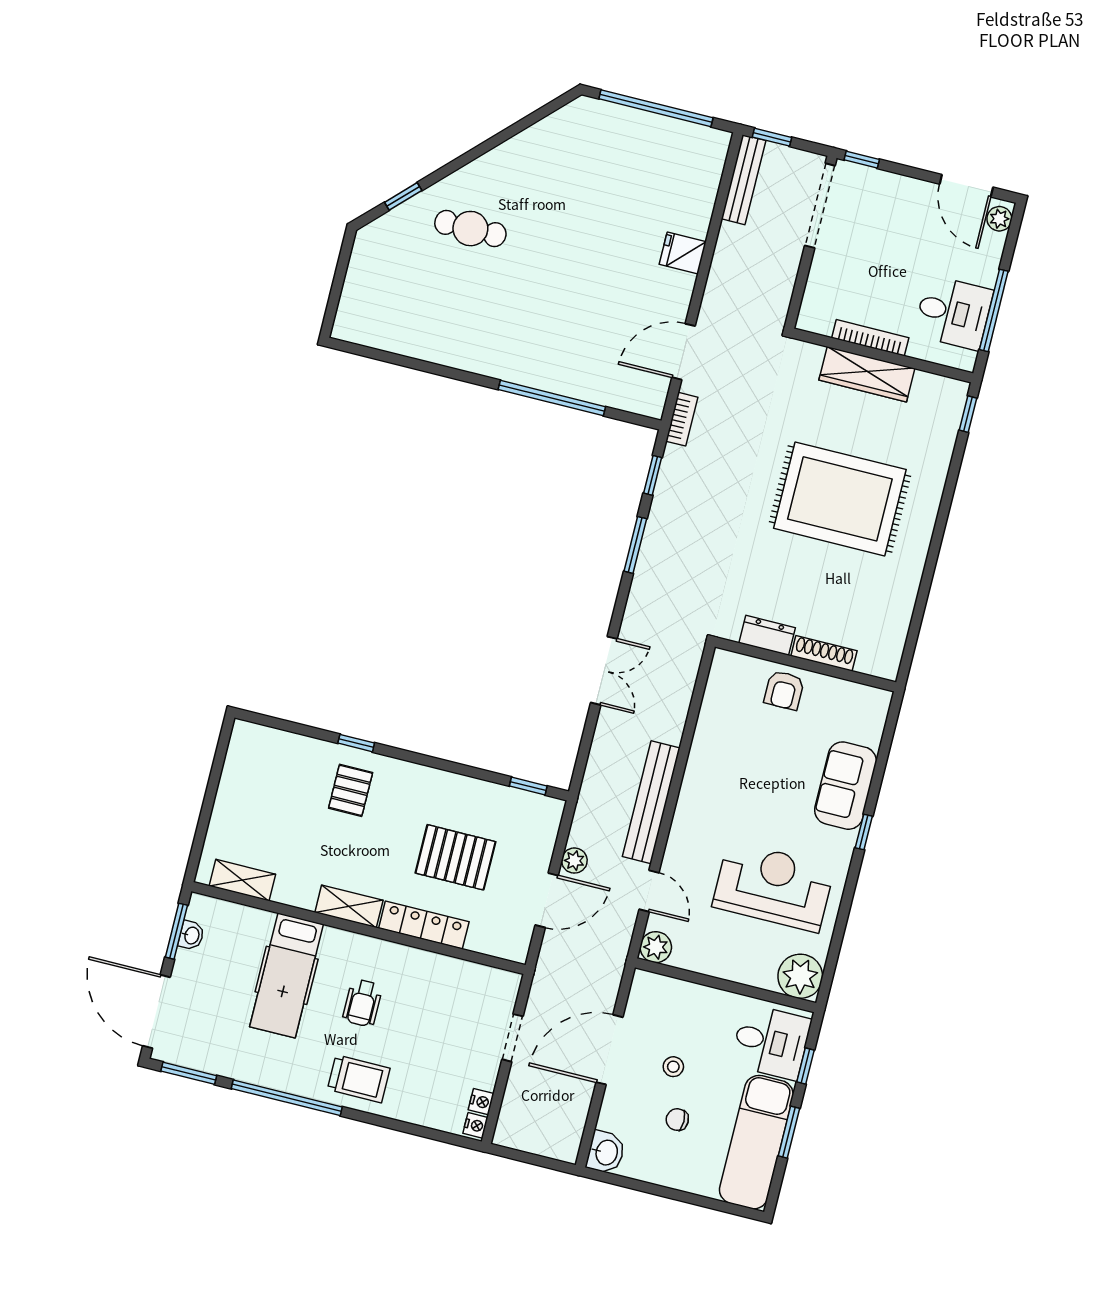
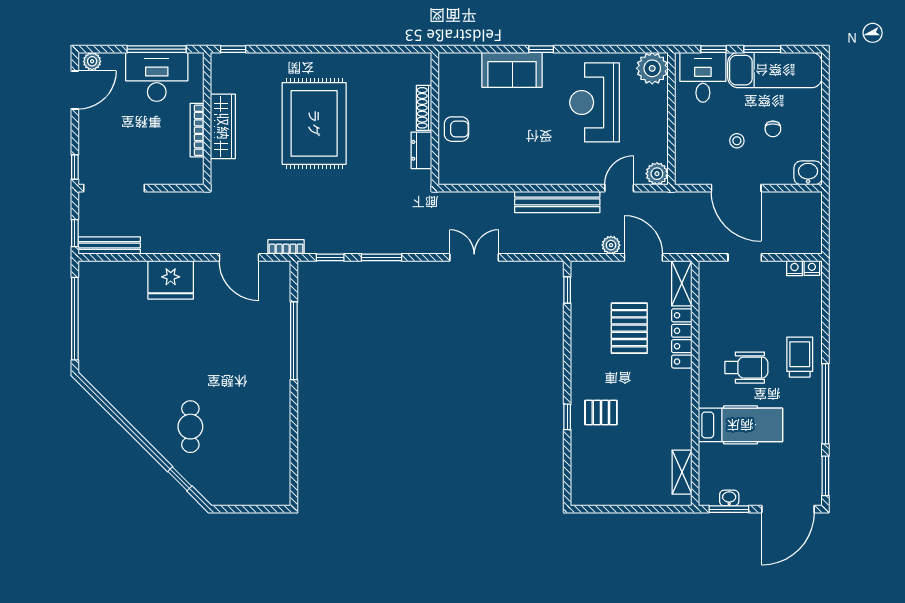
fridge: (683, 253) -> (171, 280), width x1.88, depth x1.34
desk: (953, 313) -> (157, 77), width x1.37
shelving: (349, 906) -> (682, 283), moved
wheelchair: (362, 1003) -> (746, 368), width x1.36, depth x1.37

